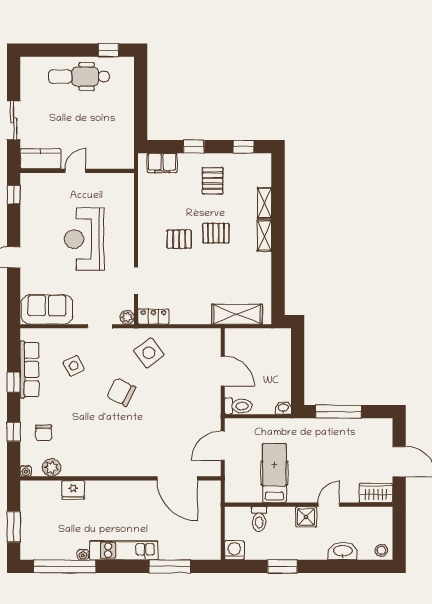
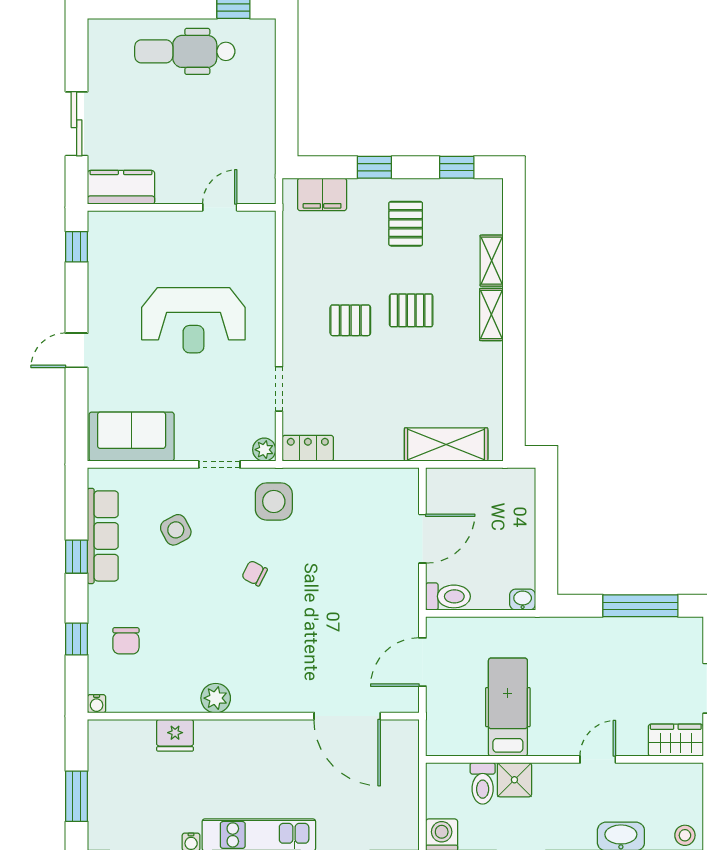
door: (75, 171) -> (220, 207), moved
reception desk: (84, 239) -> (193, 320), turned -90
side table: (149, 353) -> (274, 501), moved, turned 37
door: (223, 371) -> (422, 539), hinge flipped
chair: (121, 392) -> (255, 573), width x0.54, depth x0.54
window: (338, 412) -> (640, 606), moved
plant: (52, 467) -> (216, 698), moved
shower: (306, 517) -> (514, 780), moved

